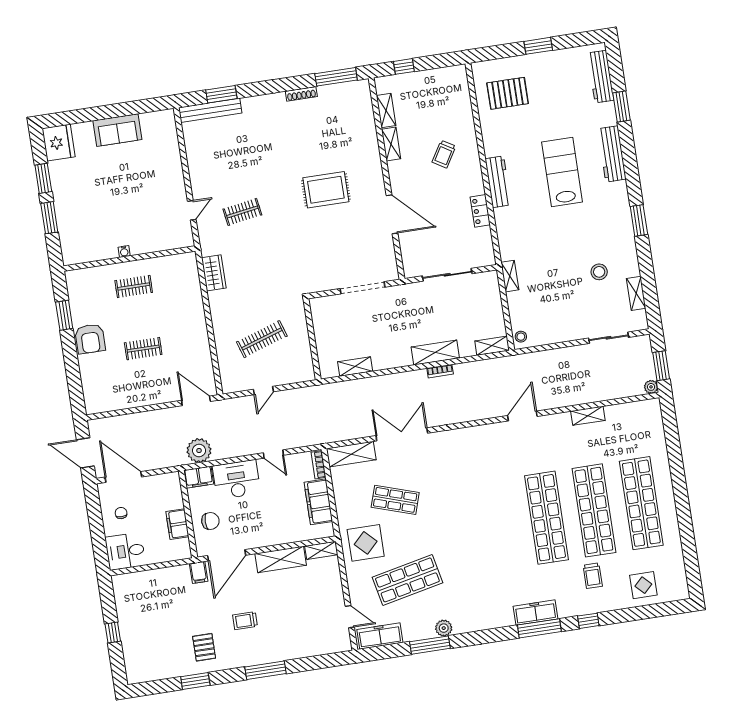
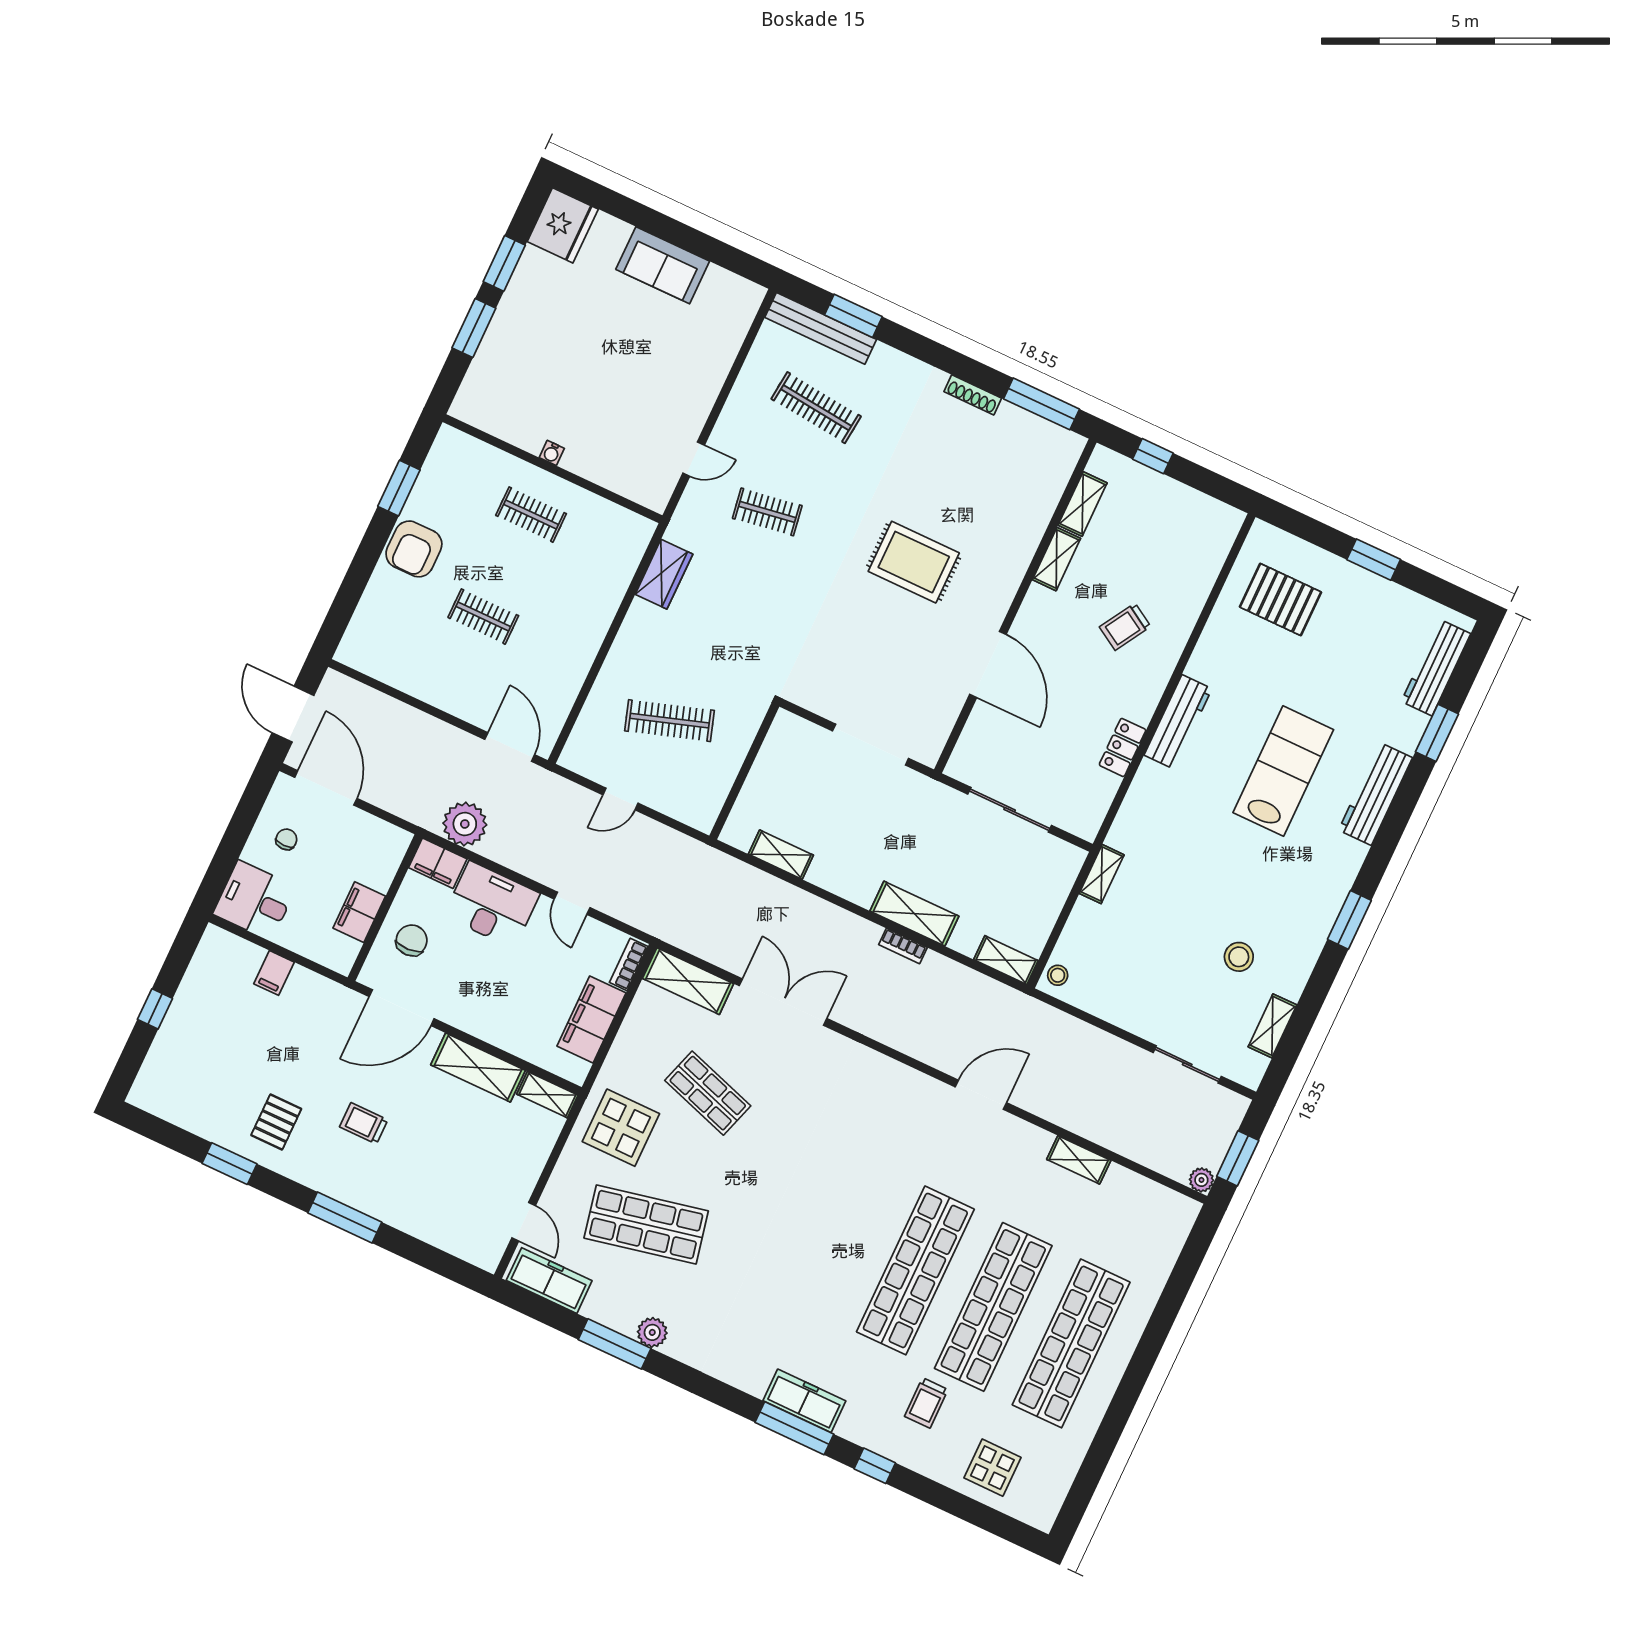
clothes rail: (233, 148) -> (816, 408), added
chair: (210, 521) -> (412, 940), turned -93
filing cabinet: (199, 572) -> (274, 973), moved

